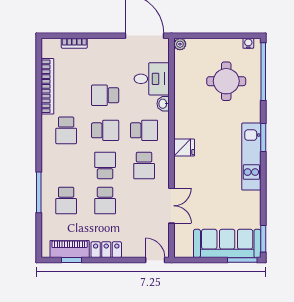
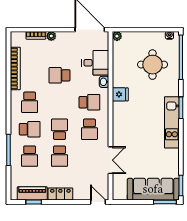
plant: (94, 44) -> (51, 36), added
school desk: (105, 130) -> (30, 129), moved
fridge: (184, 148) -> (120, 94), moved

